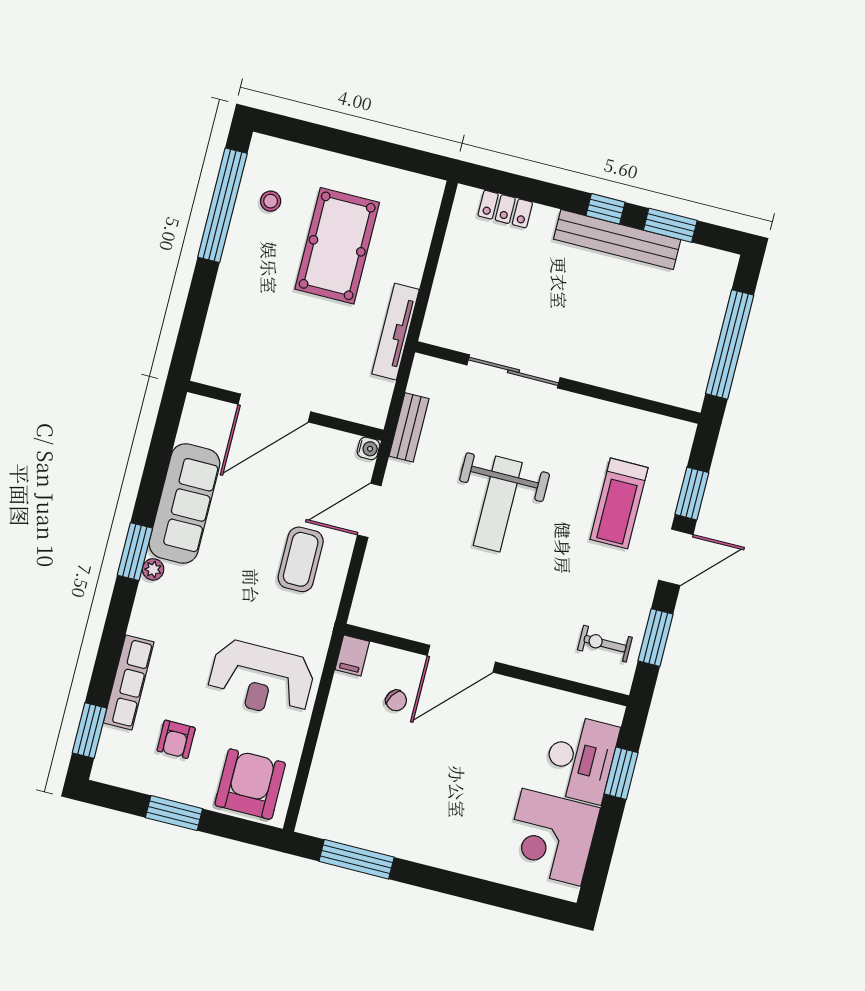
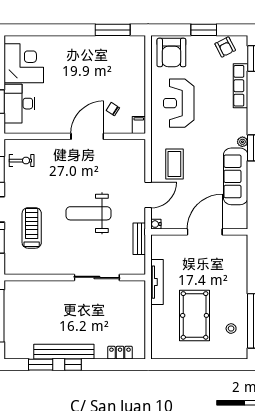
weight bench: (498, 504) -> (89, 213), turned -90
reception desk: (261, 679) -> (179, 103), turned -90
armchair: (176, 739) -> (225, 47), moved, turned 153

